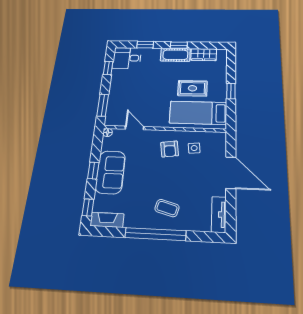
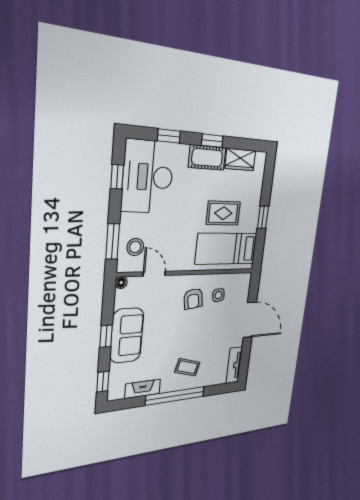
desk: (127, 58) -> (148, 177), width x1.87, depth x1.30
stool: (120, 109) -> (135, 247), added
fireplace: (107, 220) -> (143, 389), moved

